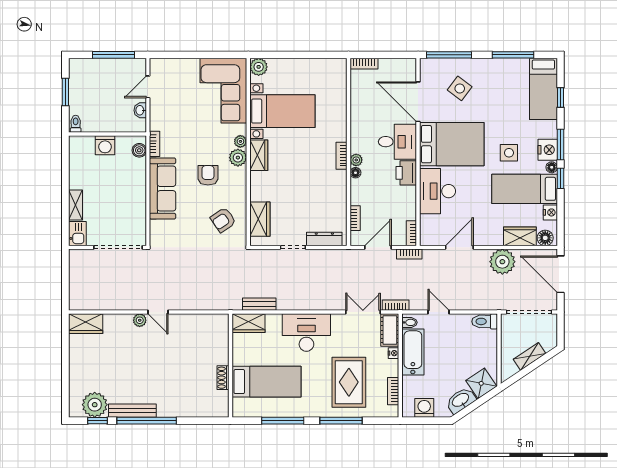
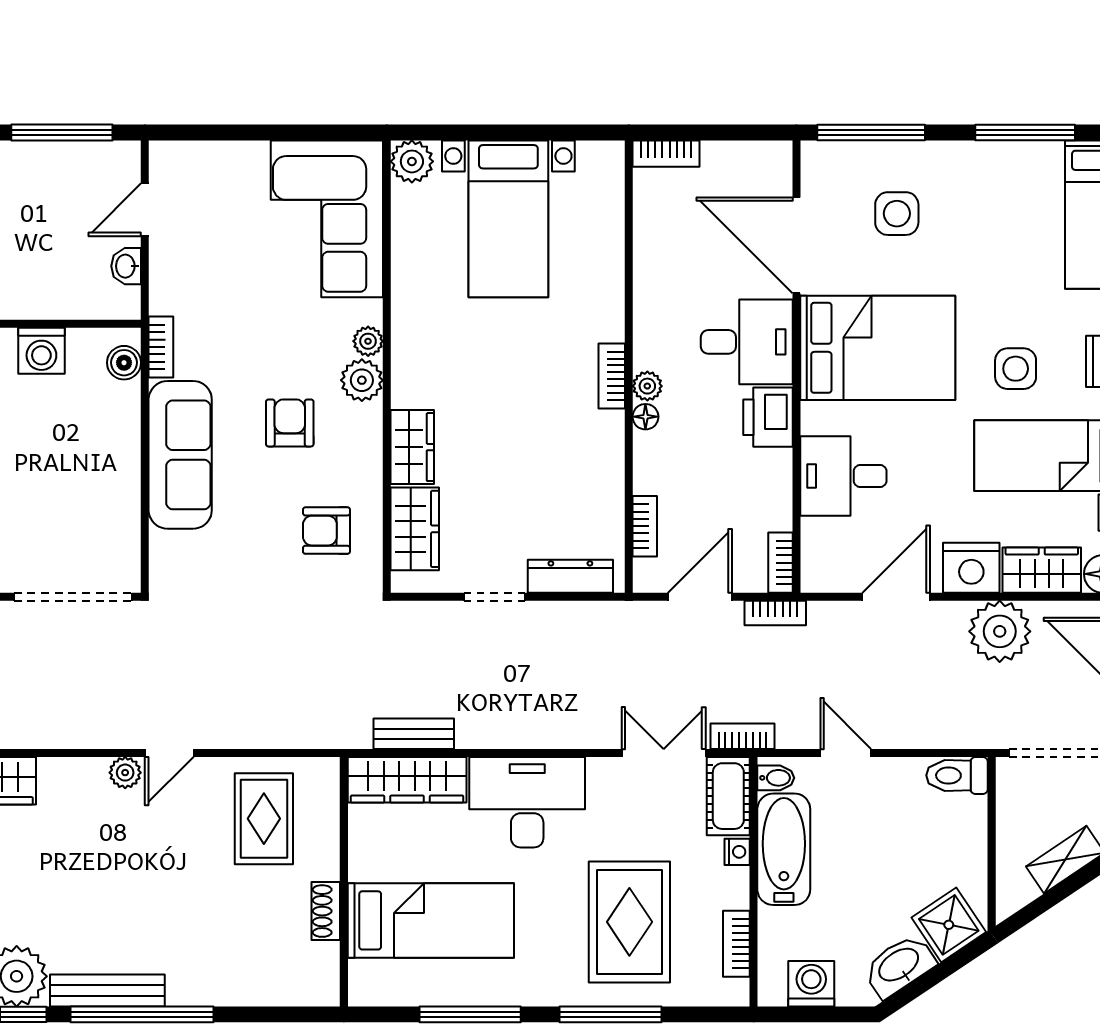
side table: (460, 88) -> (897, 214), turned -37
bed with nightstands: (282, 111) -> (508, 219), moved, turned 90
wardrobe: (259, 155) -> (412, 447), moved
desk: (438, 191) -> (843, 476), width x0.73
armchair: (223, 220) -> (326, 531), turned 34
nightstand: (491, 235) -> (971, 568), added
door: (158, 312) -> (169, 753), hinge flipped
wardrobe: (248, 323) -> (407, 780), width x1.50
rug: (197, 339) -> (264, 819), added

